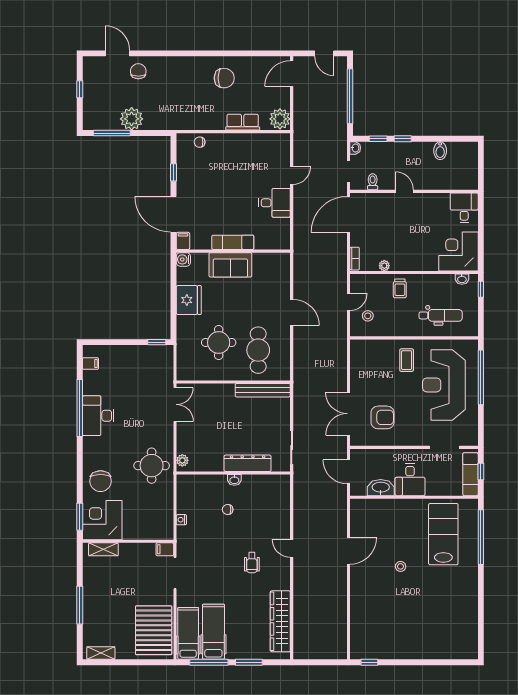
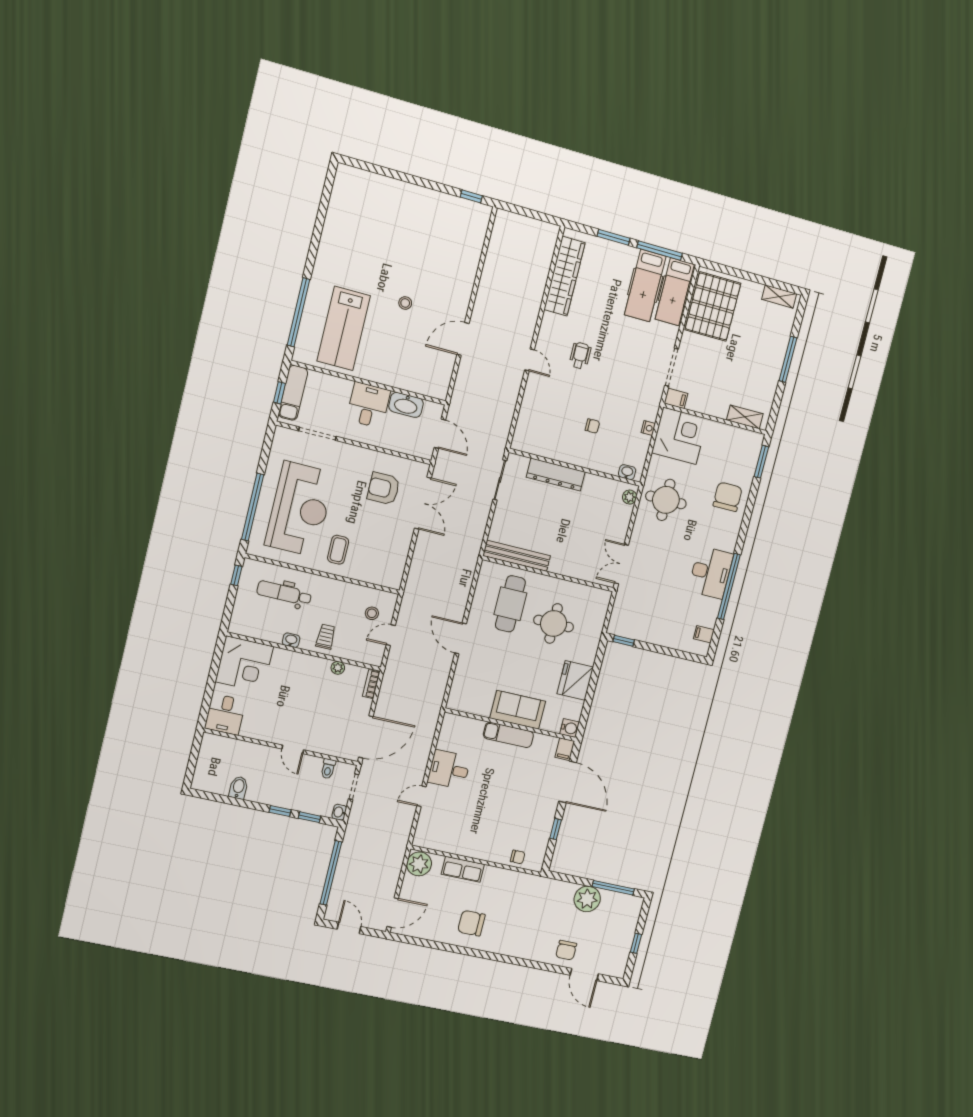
washbasin: (462, 279) -> (291, 640), moved
window: (481, 289) -> (236, 575), moved
washbasin: (234, 480) -> (627, 472), moved
corner desk: (102, 520) -> (680, 436), moved, turned -90

